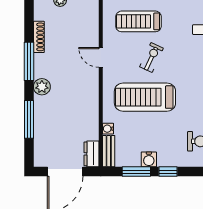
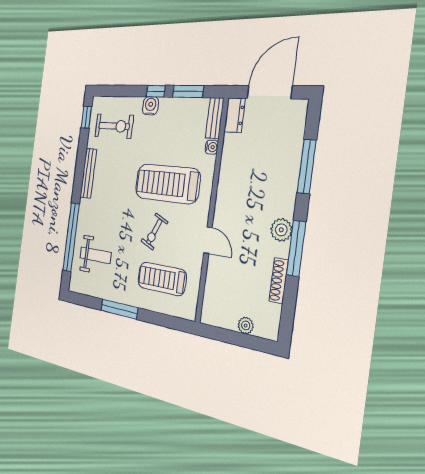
treadmill: (138, 21) -> (162, 279), turned 180
plant: (42, 87) -> (281, 230), moved
treadmill: (145, 97) -> (167, 184), turned 180
water cooler: (149, 159) -> (150, 106), moved

